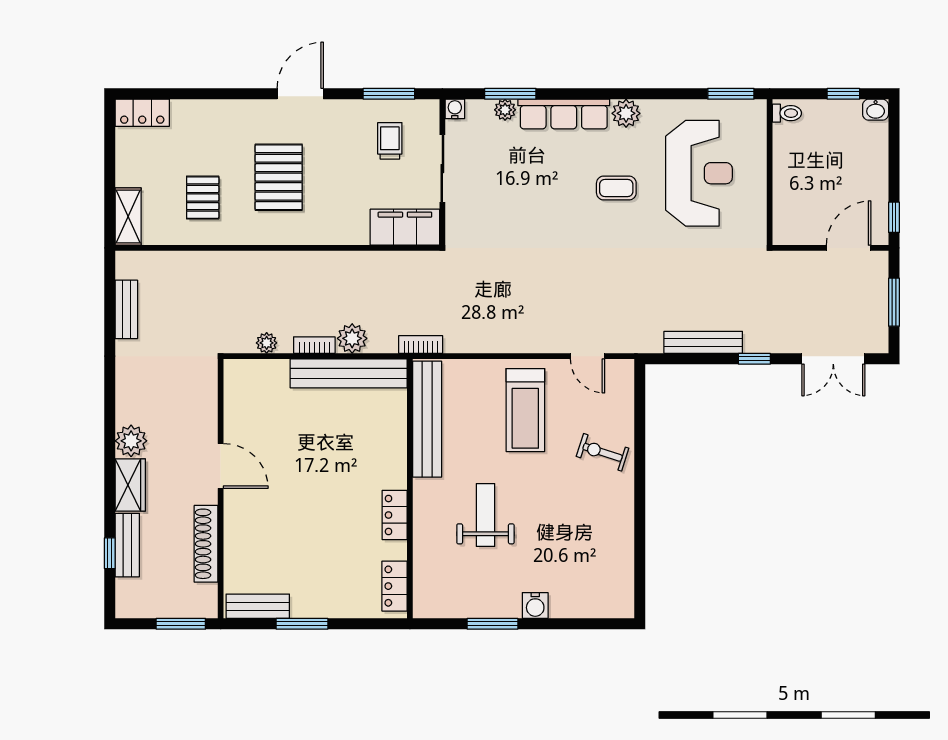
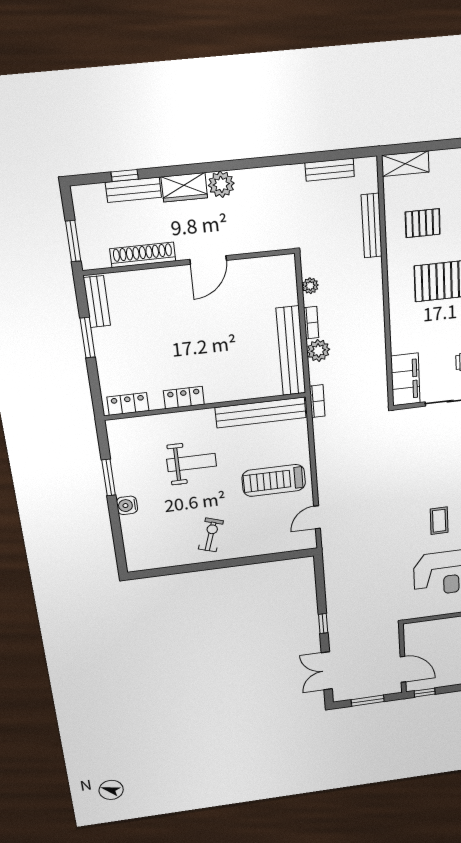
bench: (703, 342) -> (372, 226), moved
exercise bike: (603, 452) -> (211, 535), moved

